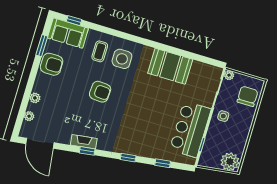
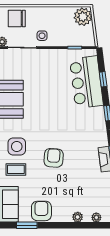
bar counter: (190, 129) -> (86, 82), moved, turned 83

